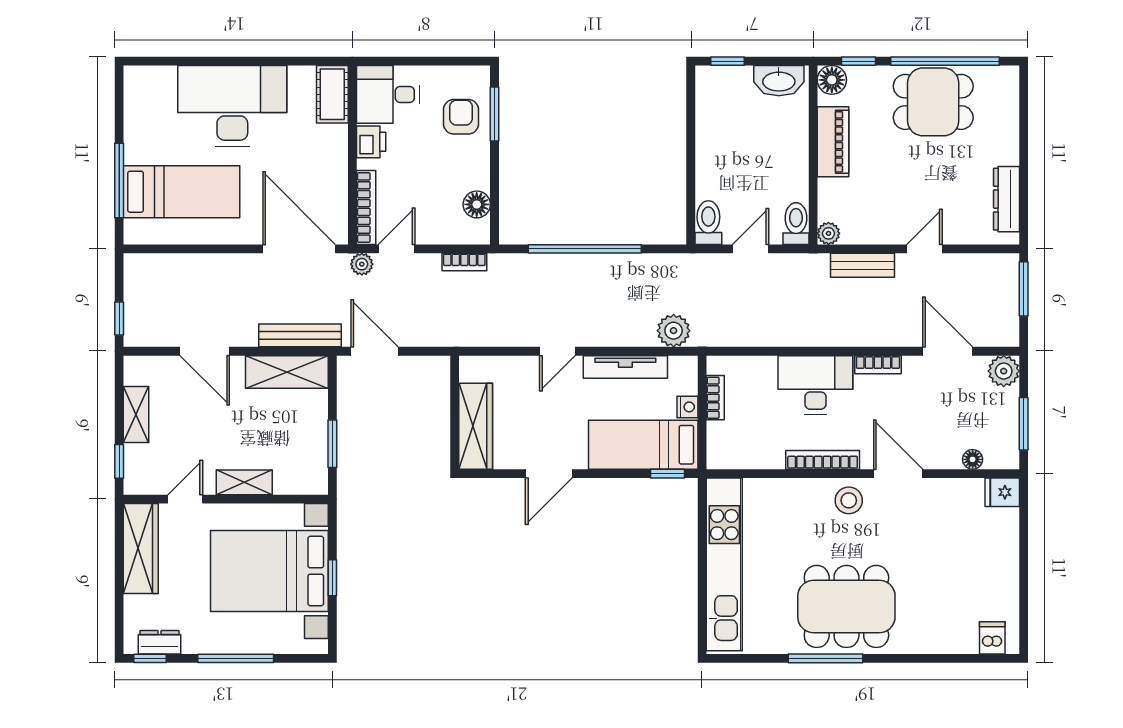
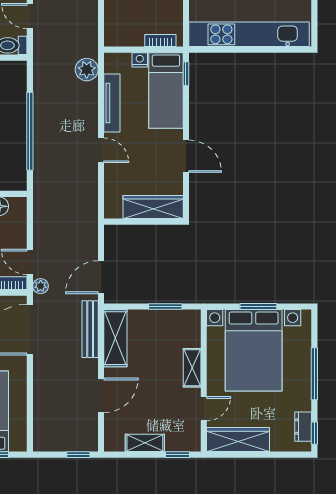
bookcase: (464, 262) -> (39, 215), removed
bookcase: (715, 398) -> (160, 41), moved
door: (185, 499) -> (204, 409), swing flipped
window: (332, 578) -> (258, 307), width x1.50

